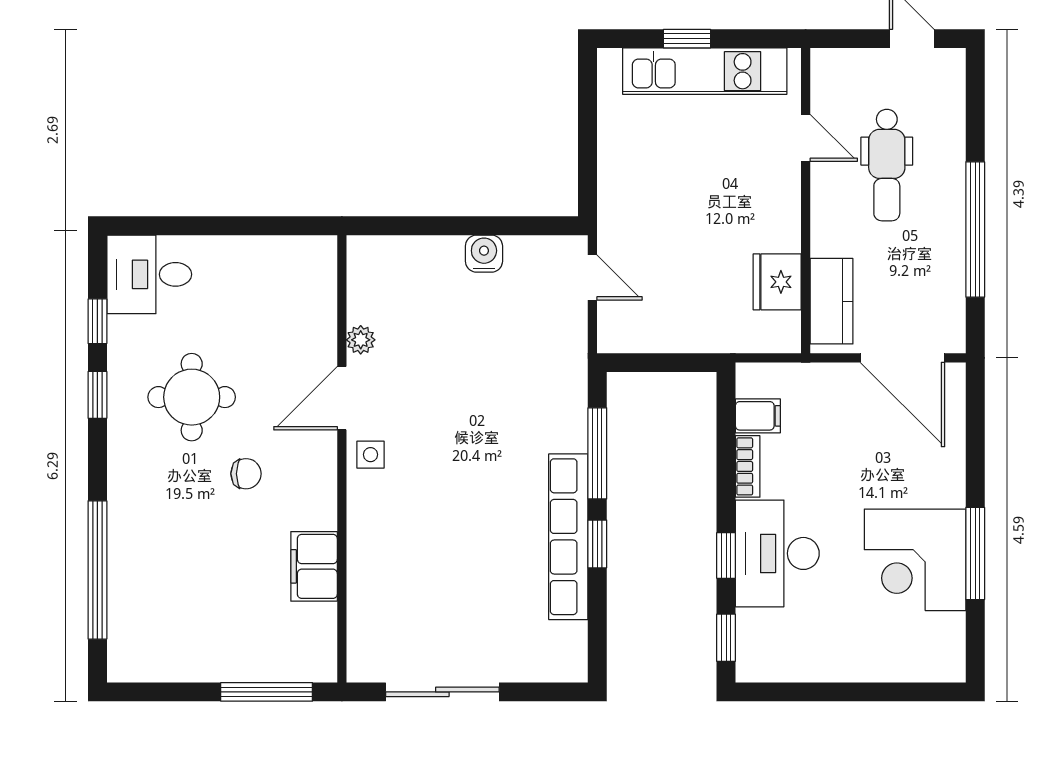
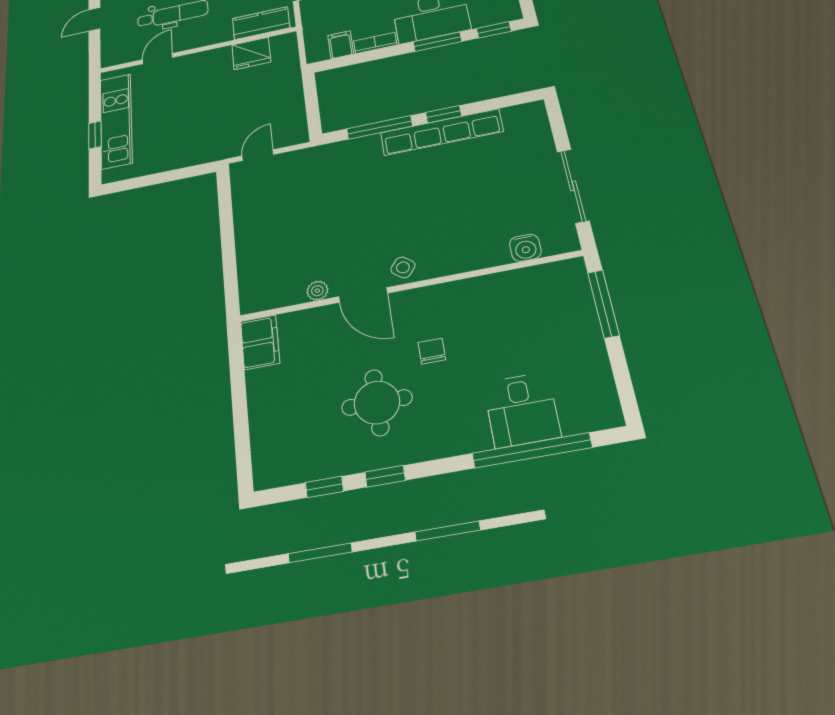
water cooler: (484, 254) -> (525, 248), moved, turned -90
desk: (149, 274) -> (522, 410), moved
side table: (370, 455) -> (403, 267), turned 38
window: (726, 555) -> (437, 42), width x1.50
filing cabinet: (314, 566) -> (260, 342), moved, turned -90

